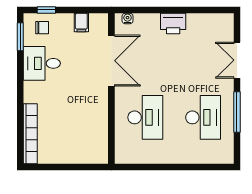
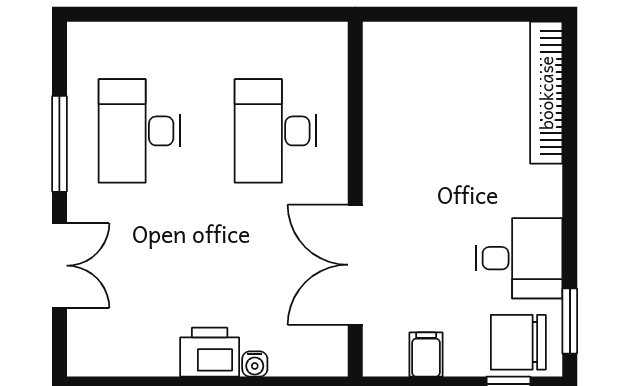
water cooler: (128, 18) -> (255, 364), moved
chair: (42, 28) -> (518, 342), width x1.87, depth x1.87

